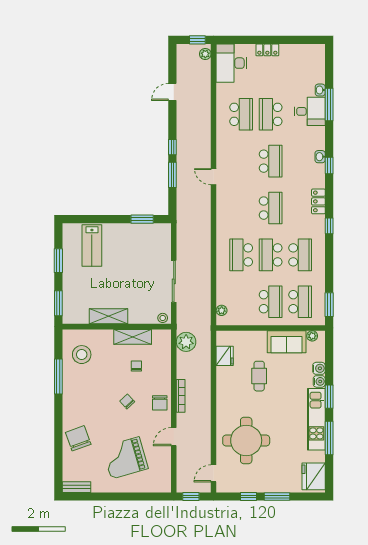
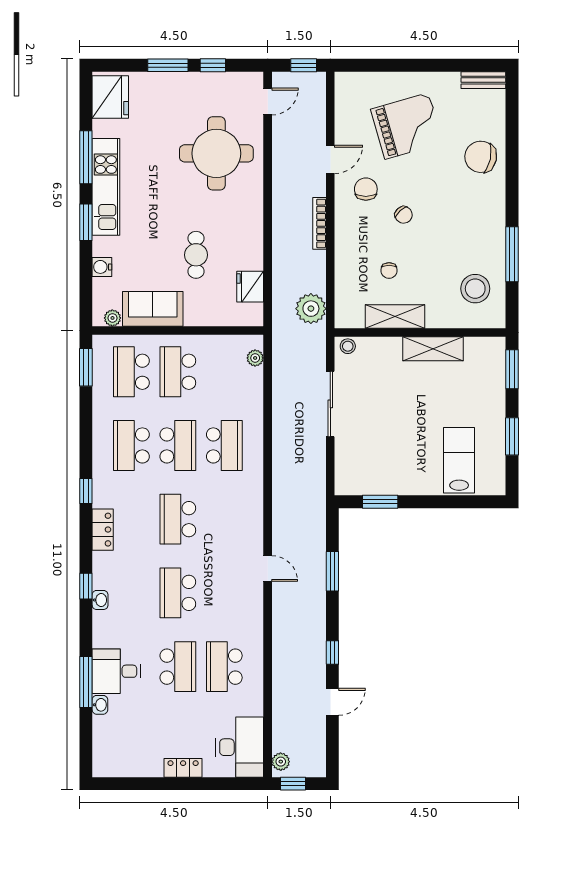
window: (172, 147) -> (332, 653), moved
water cooler: (319, 381) -> (101, 246), removed
chair: (160, 403) -> (366, 189), moved
chair: (78, 438) -> (481, 157), turned 122

